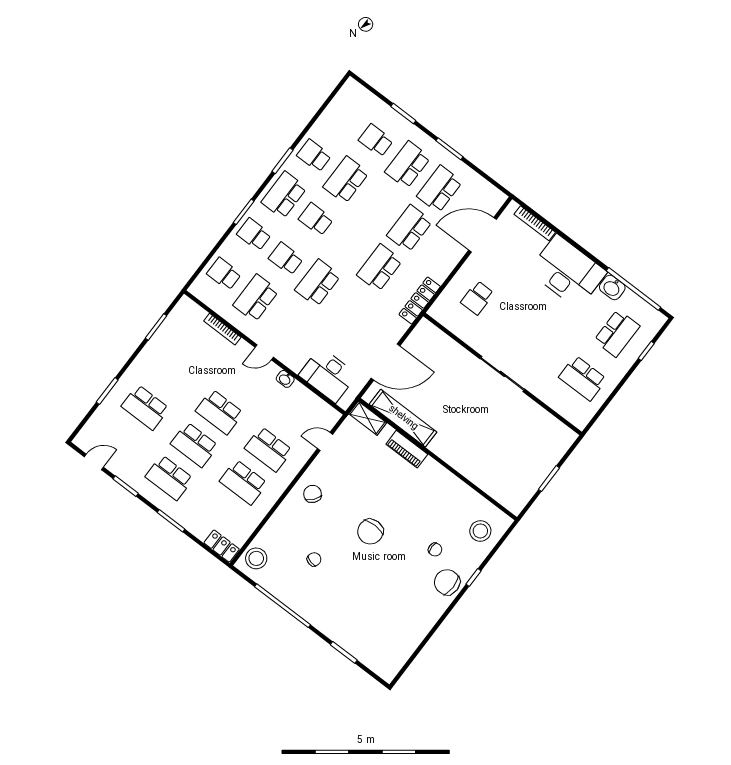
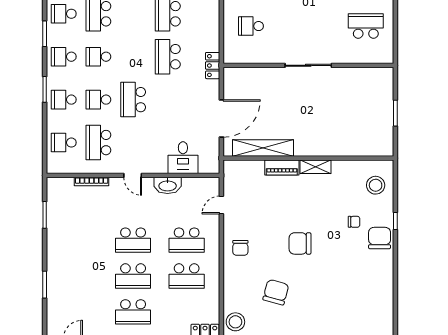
school desk: (284, 195) -> (64, 57), width x0.54
school desk: (477, 298) -> (251, 26), turned 90
locker: (420, 300) -> (213, 66), width x0.66
door: (264, 352) -> (133, 175), hinge flipped
desk: (328, 375) -> (183, 158), width x0.73
school desk: (583, 378) -> (366, 26), turned 180
washbasin: (285, 379) -> (168, 185), width x1.91, depth x1.45
school desk: (145, 407) -> (80, 276), removed
shelving: (368, 418) -> (315, 167), moved
chair: (313, 494) -> (240, 248), turned -129
chair: (370, 532) -> (300, 243), turned 90
chair: (314, 559) -> (276, 292), width x1.87, depth x1.87
chair: (447, 582) -> (380, 238), turned 90

